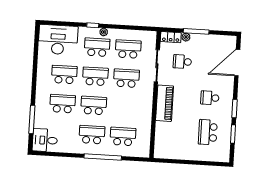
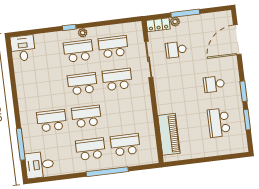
desk: (58, 40) -> (23, 48), width x0.53, depth x0.77
school desk: (64, 75) -> (48, 88), removed
piano: (165, 103) -> (169, 134), moved

